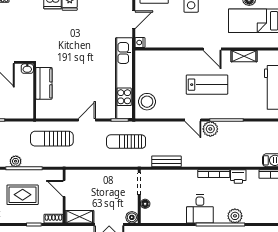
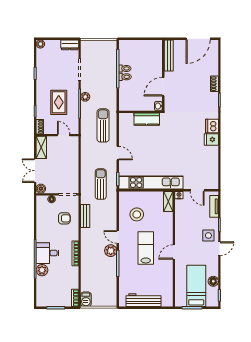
shelving: (244, 56) -> (168, 201), moved
lab bench: (207, 85) -> (146, 248), turned 180
stool: (147, 102) -> (137, 214), moved
door: (193, 120) -> (118, 237), hinge flipped
printer: (238, 177) -> (73, 273), removed
armchair: (169, 188) -> (64, 218), added
door: (64, 189) -> (64, 135), hinge flipped
desk: (200, 209) -> (48, 253), moved

